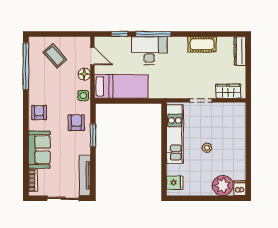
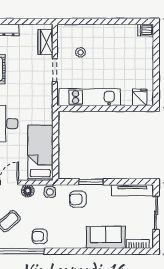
armchair: (39, 113) -> (40, 236), moved
stool: (207, 148) -> (81, 52), moved
plant: (223, 185) -> (143, 48), removed

